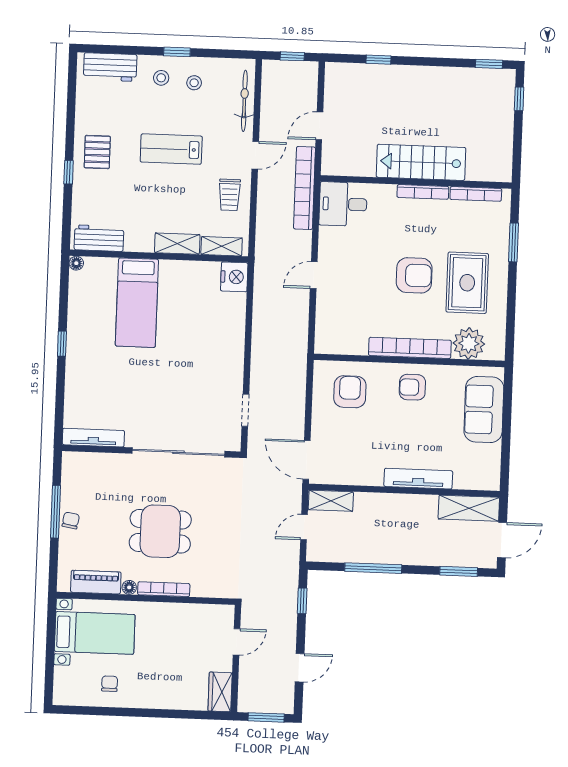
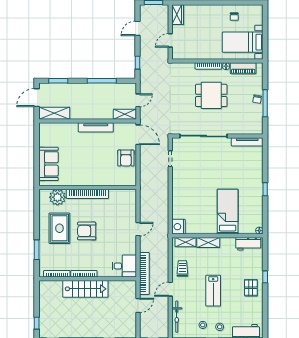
lab bench: (171, 149) -> (213, 291), turned 90
armchair: (412, 387) -> (85, 174), removed
armchair: (350, 392) -> (126, 158), moved
tv unit: (418, 479) -> (96, 127), moved

